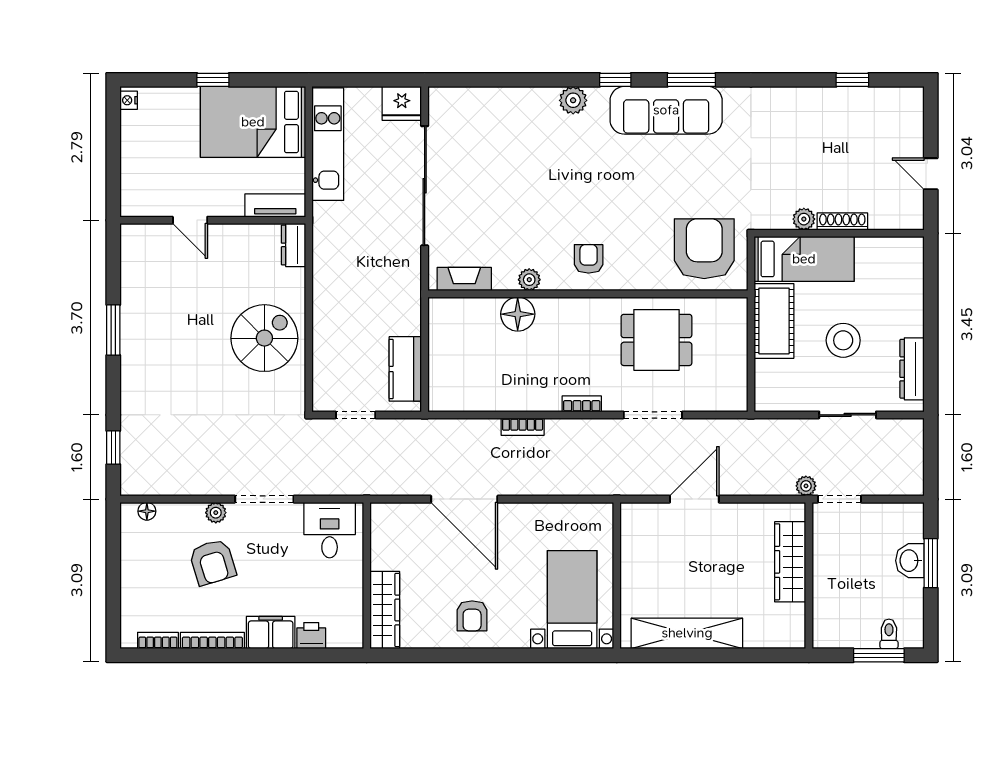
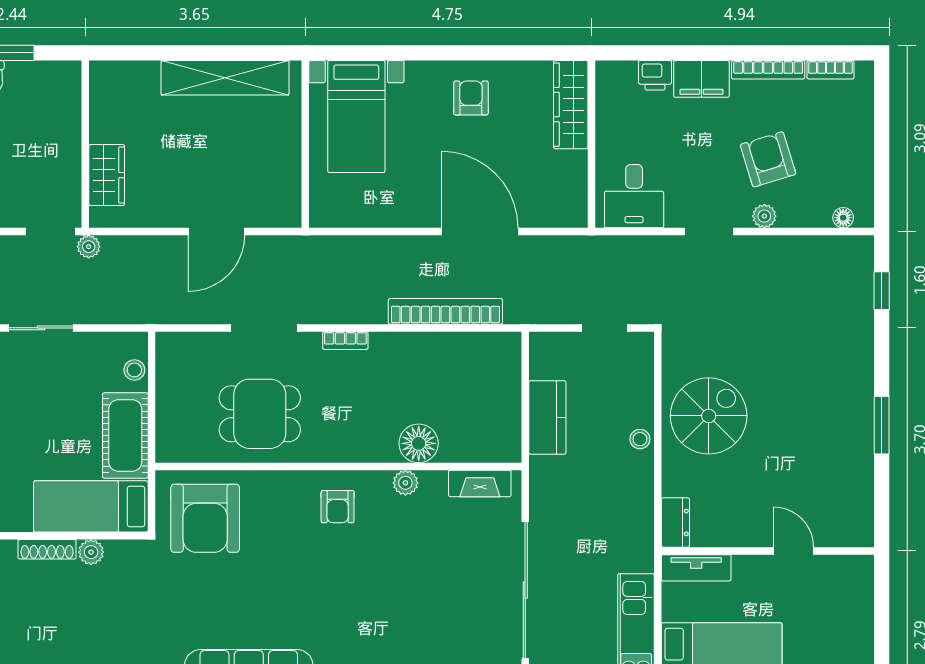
stool: (324, 318) -> (640, 439), added
spiral stairs: (264, 338) -> (709, 416), turned 180
stool: (843, 340) -> (134, 370), moved, width x0.53, depth x0.53
kitchen counter: (405, 369) -> (547, 417), moved
bookcase: (523, 427) -> (445, 311), width x2.31, depth x1.31
doorway: (264, 499) -> (709, 232), width x0.73
wardrobe: (790, 562) -> (107, 175), width x0.67

